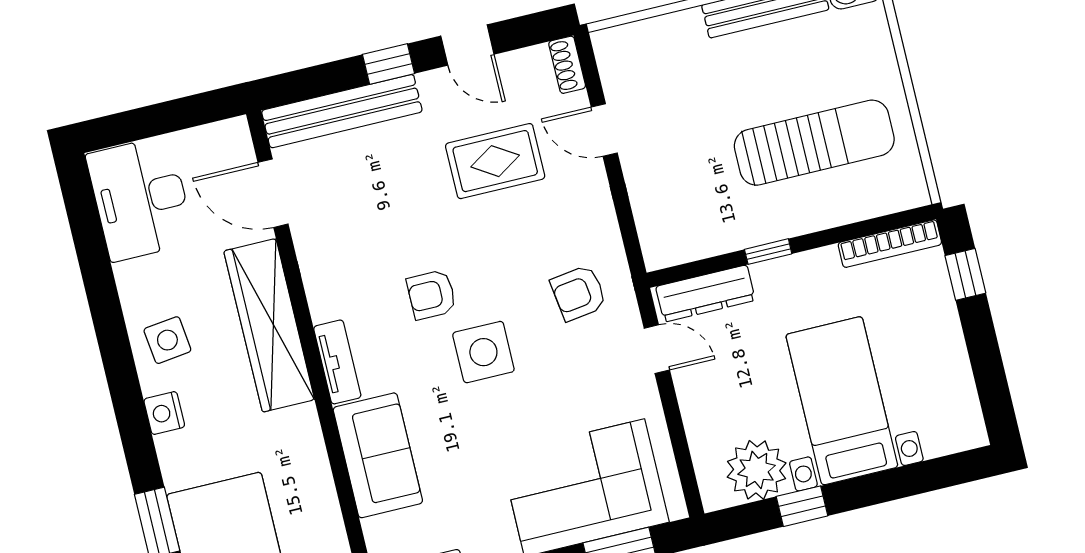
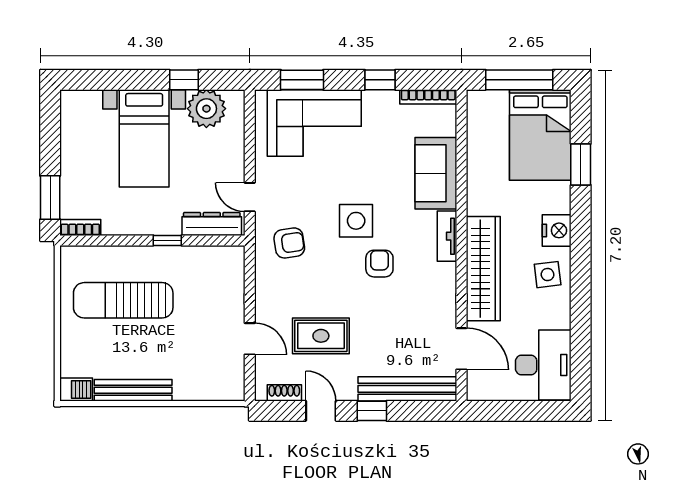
shoe rack: (567, 65) -> (284, 393), moved, turned -90
bookcase: (890, 244) -> (80, 227), width x0.64
window: (965, 274) -> (50, 198), width x1.50
armchair: (432, 295) -> (379, 264), turned -90
nightstand: (164, 413) -> (557, 230), width x1.36, depth x1.33

